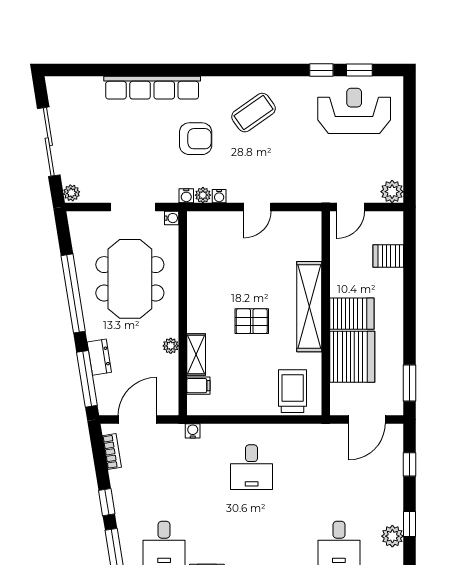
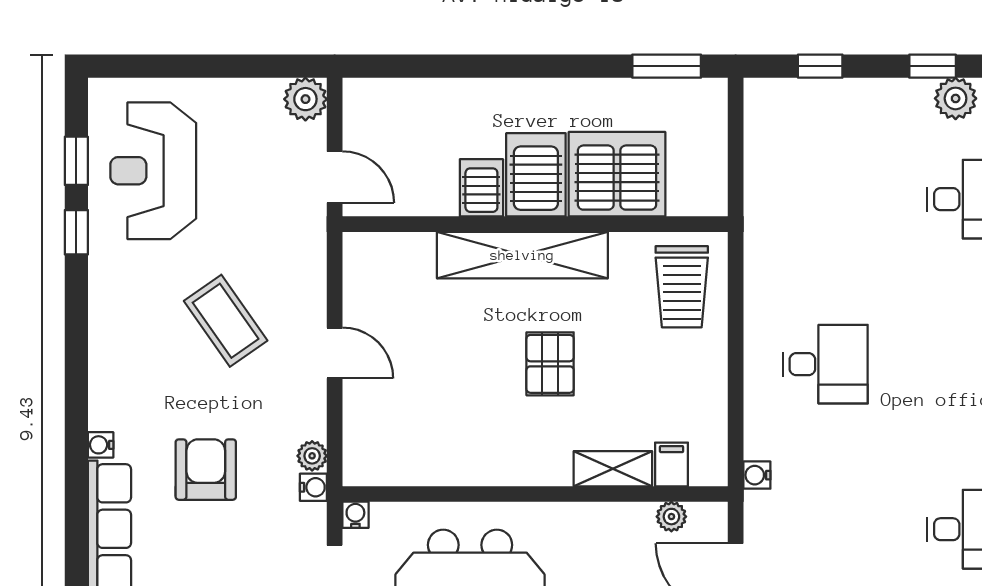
coffee table: (254, 113) -> (226, 321), moved
water cooler: (219, 196) -> (101, 445), moved, turned 180
server rack: (388, 256) -> (481, 188), moved, turned 180
plant: (171, 346) -> (671, 517), moved
trolley: (293, 391) -> (682, 287), turned -90
door: (367, 420) -> (736, 147), removed

